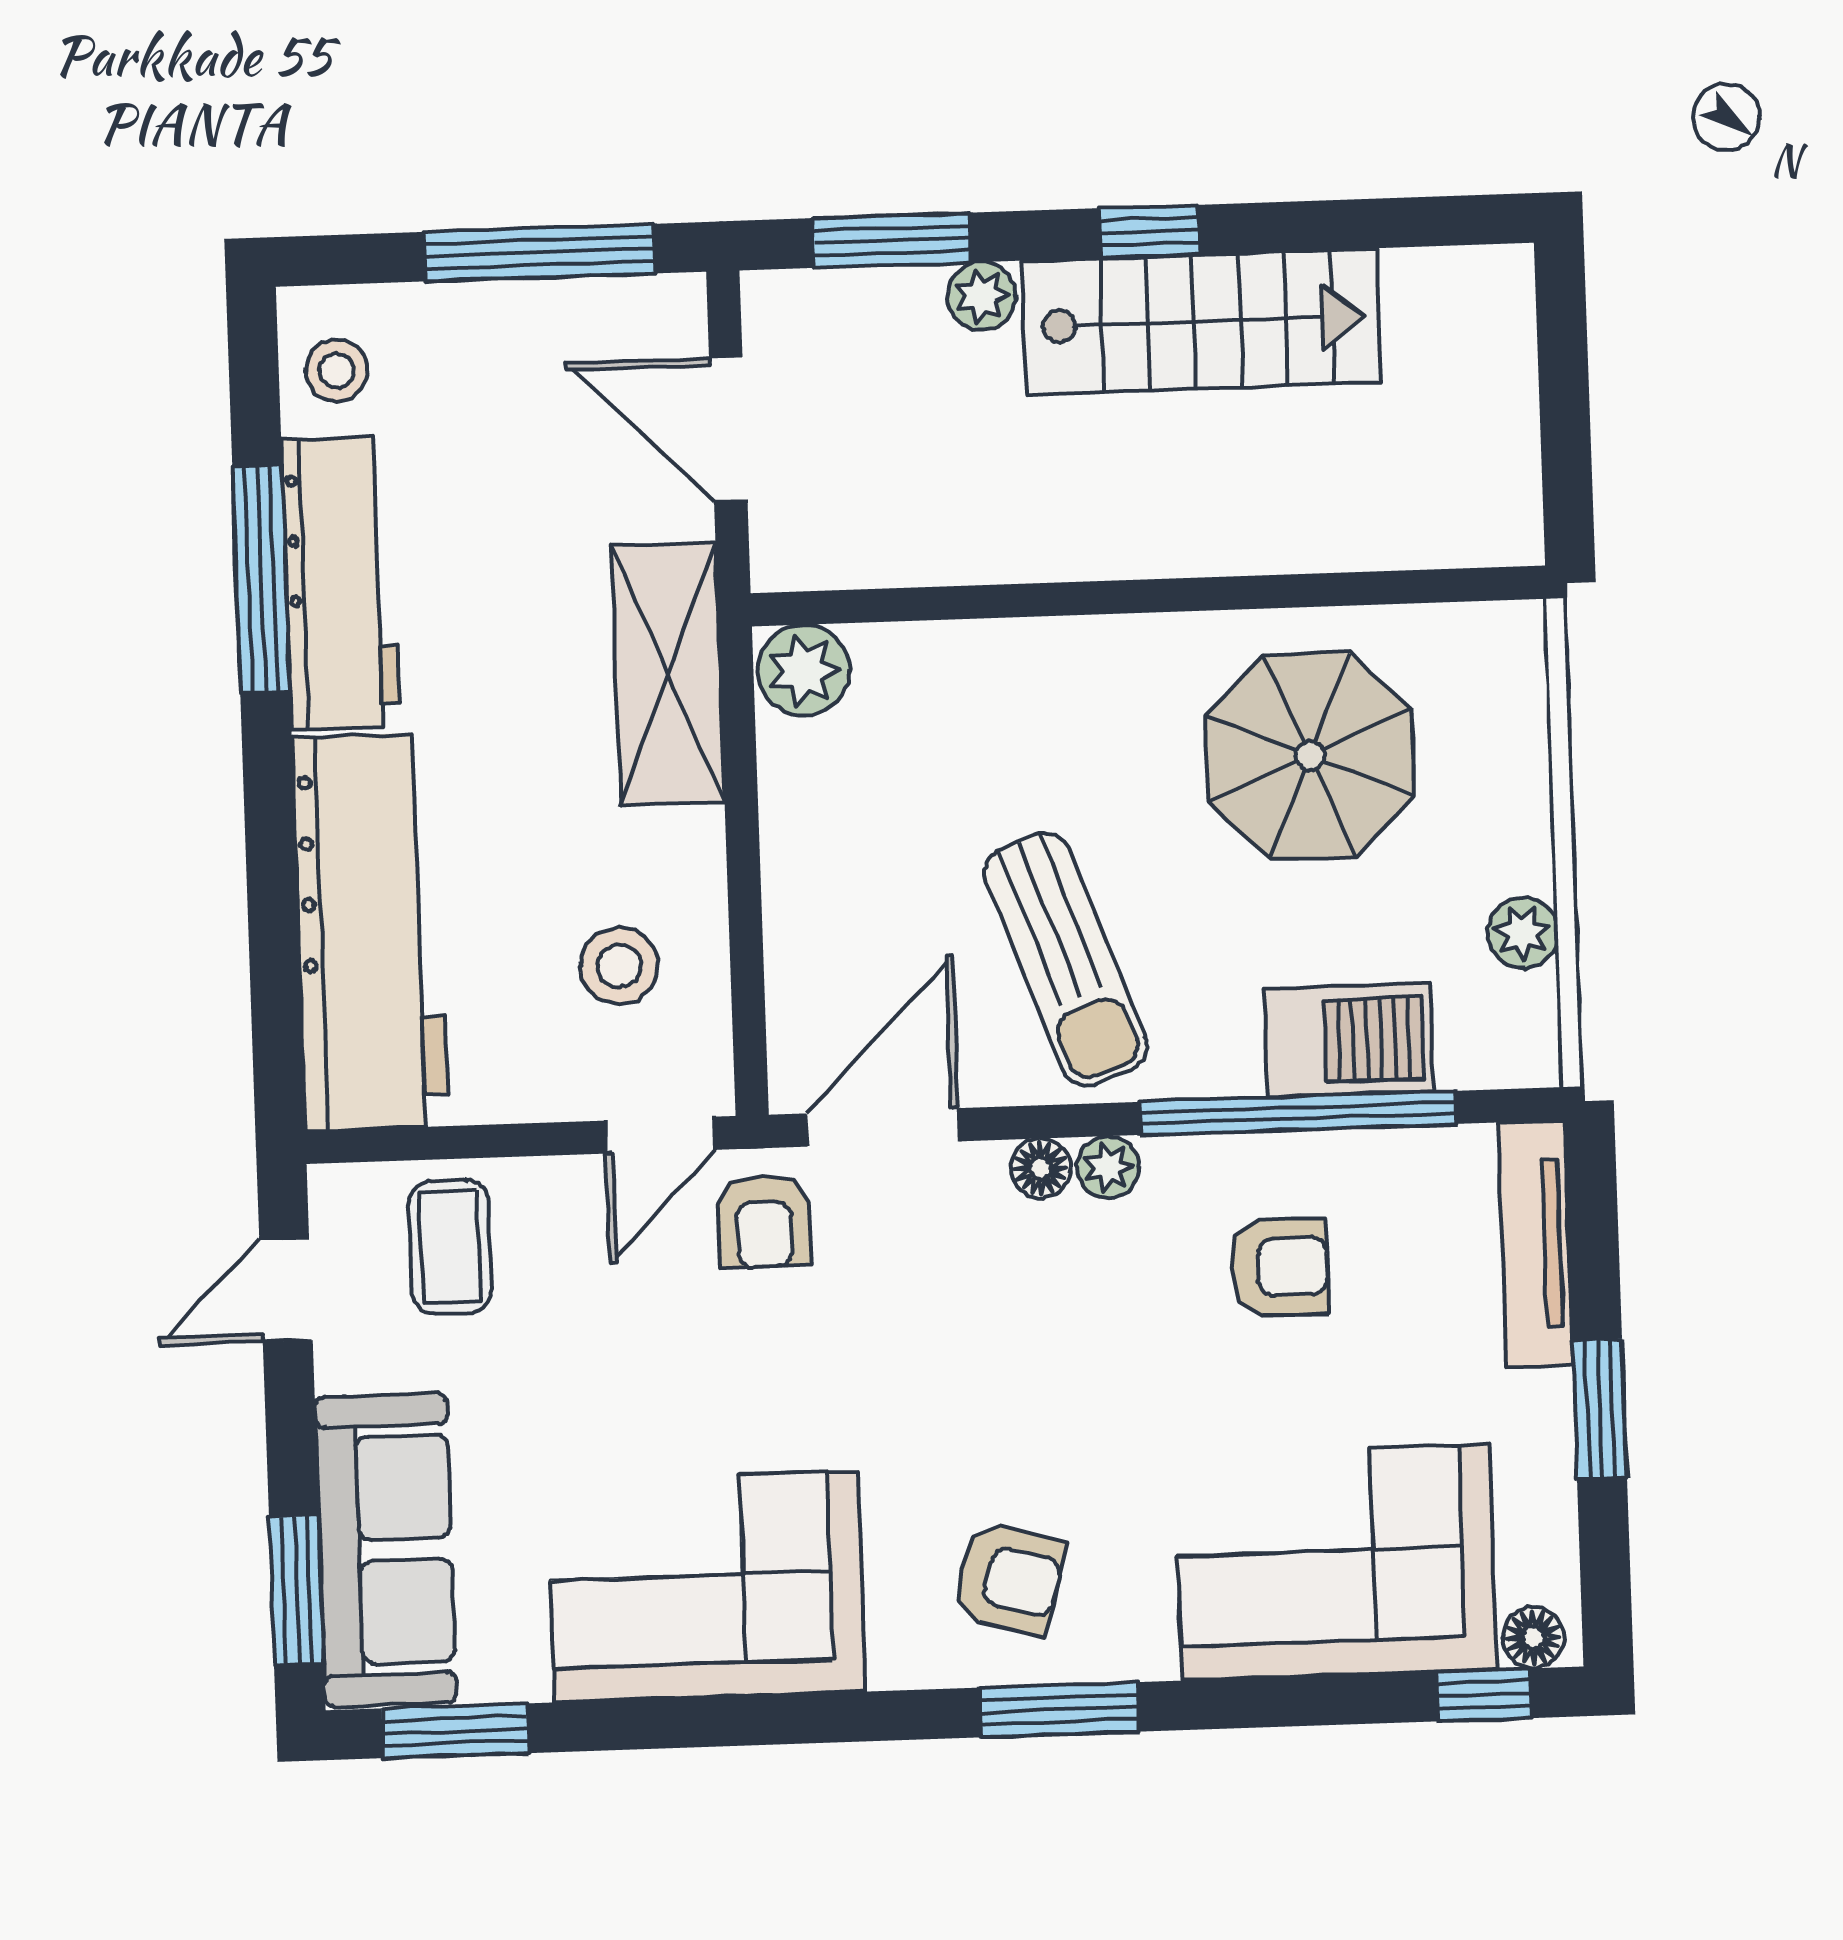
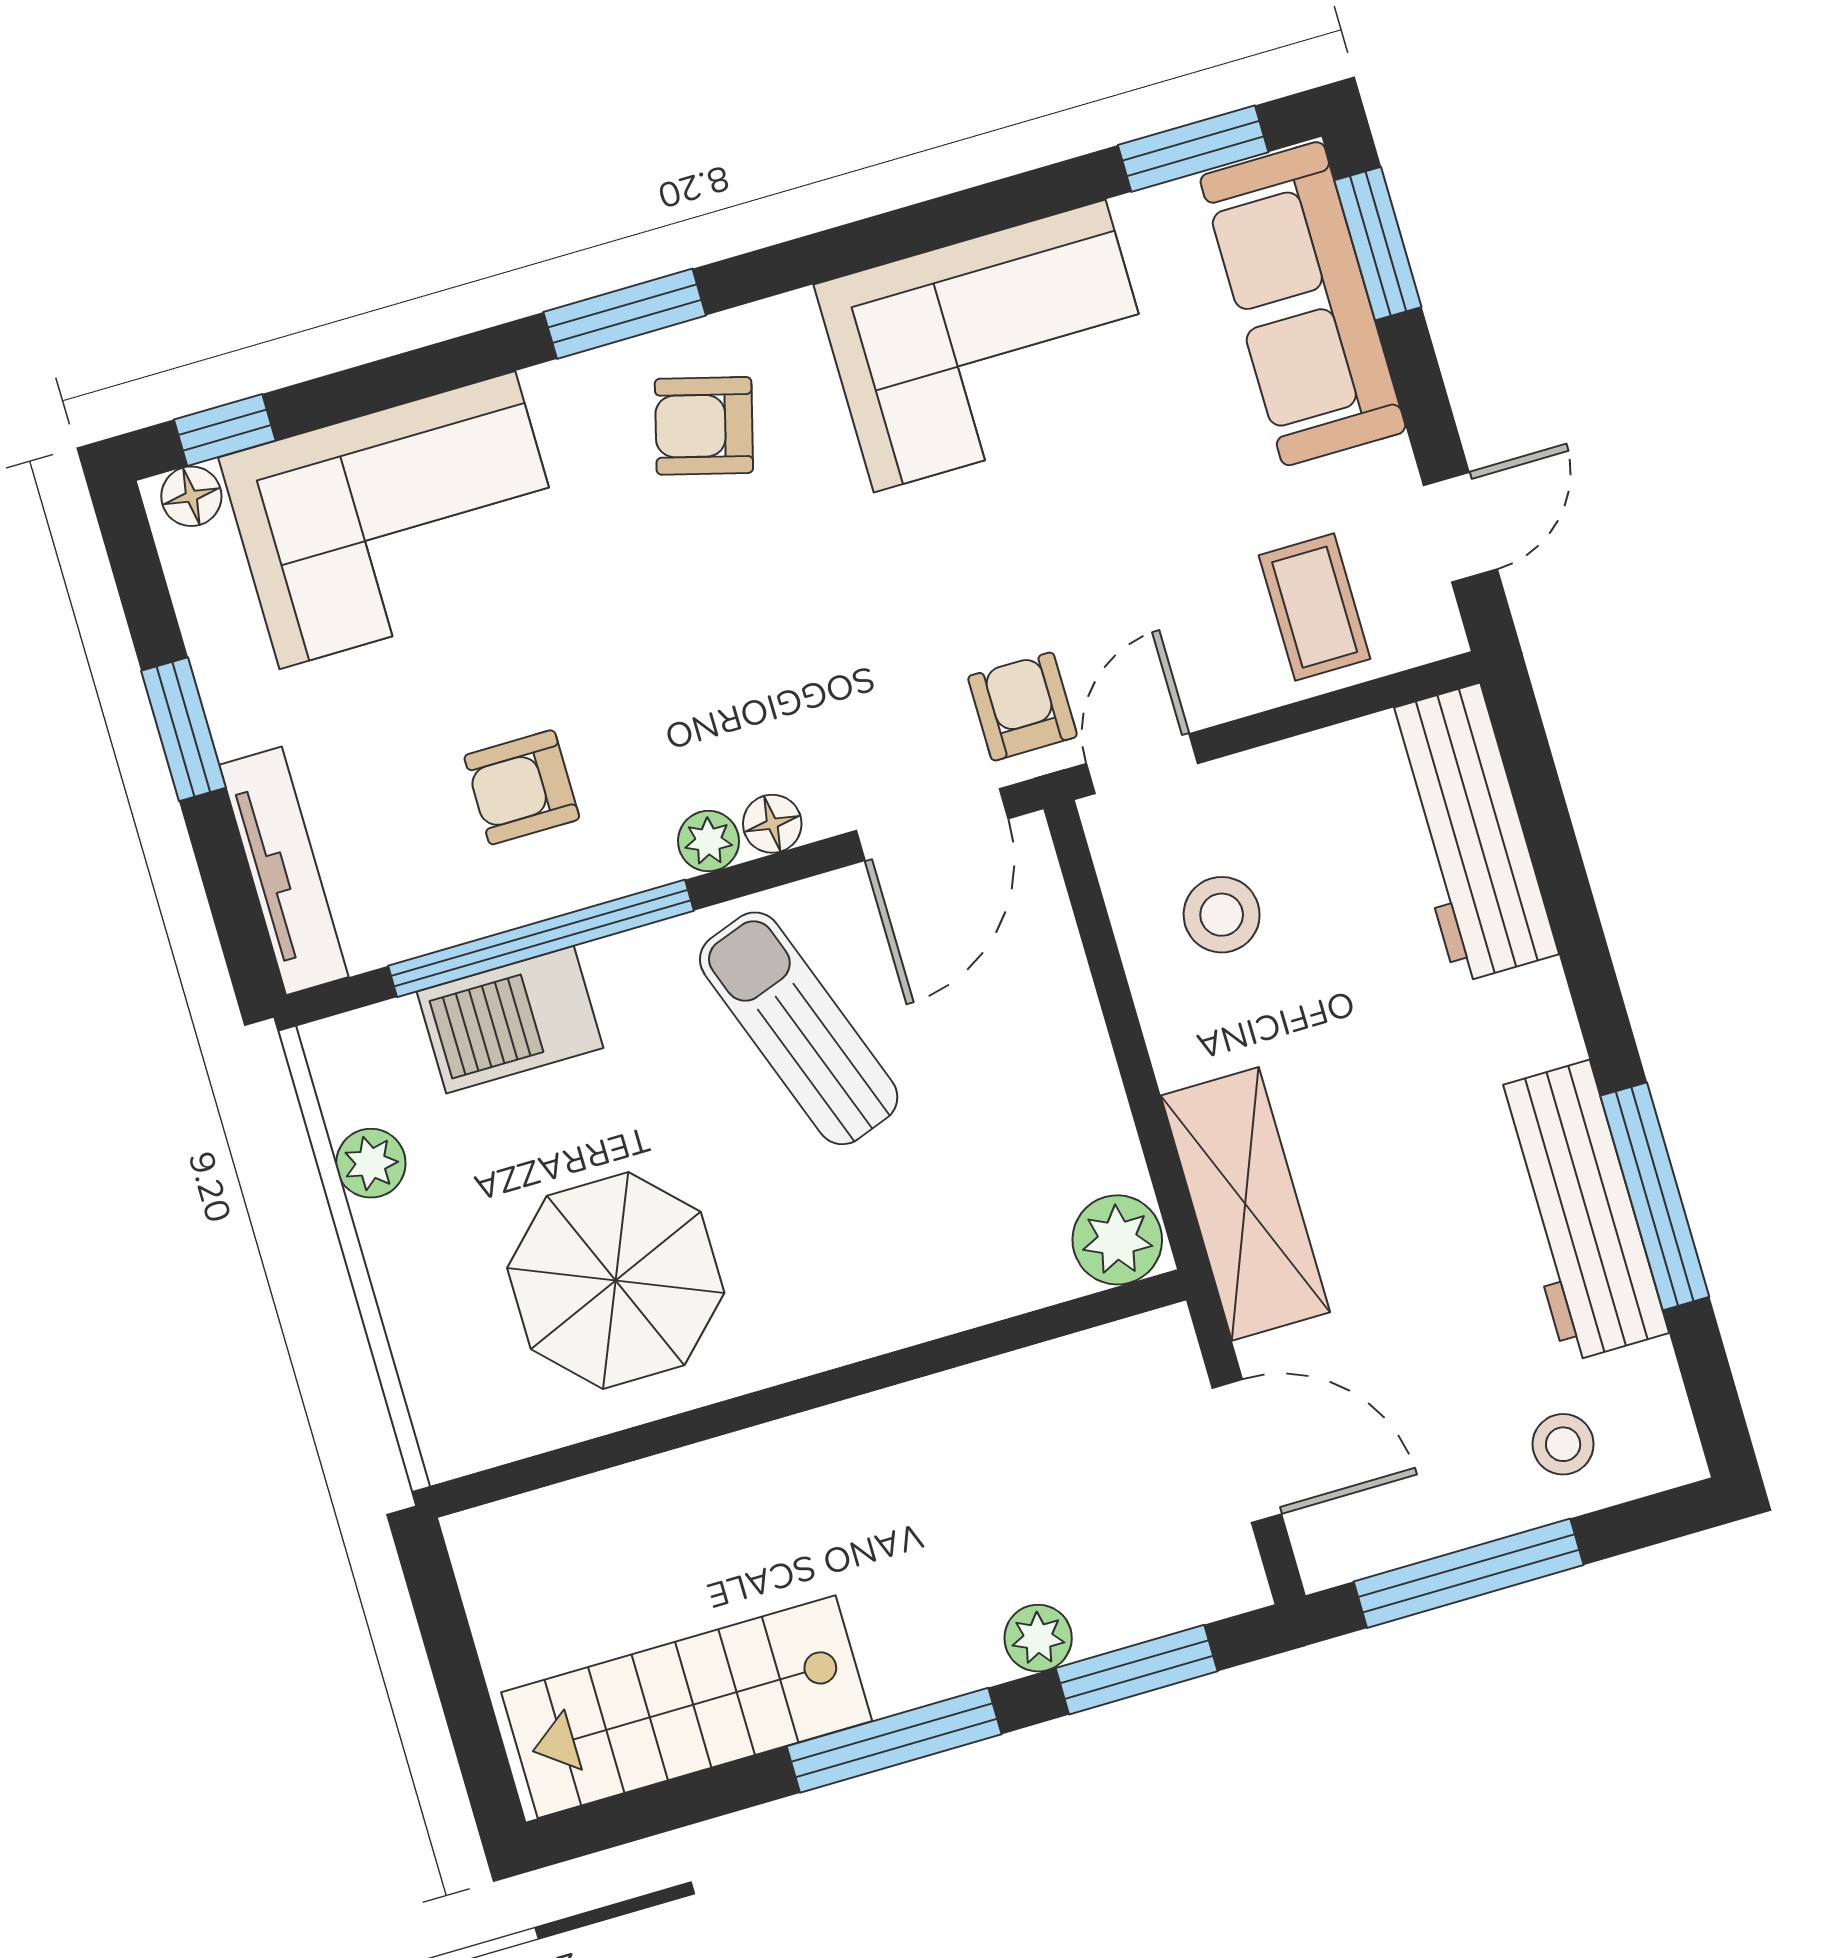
window: (1150, 231) -> (894, 1740), width x2.17
stairs: (1201, 321) -> (687, 1707), moved
stool: (336, 371) -> (1563, 1444), moved
workbench: (370, 932) -> (1468, 833), width x0.73, depth x0.76

